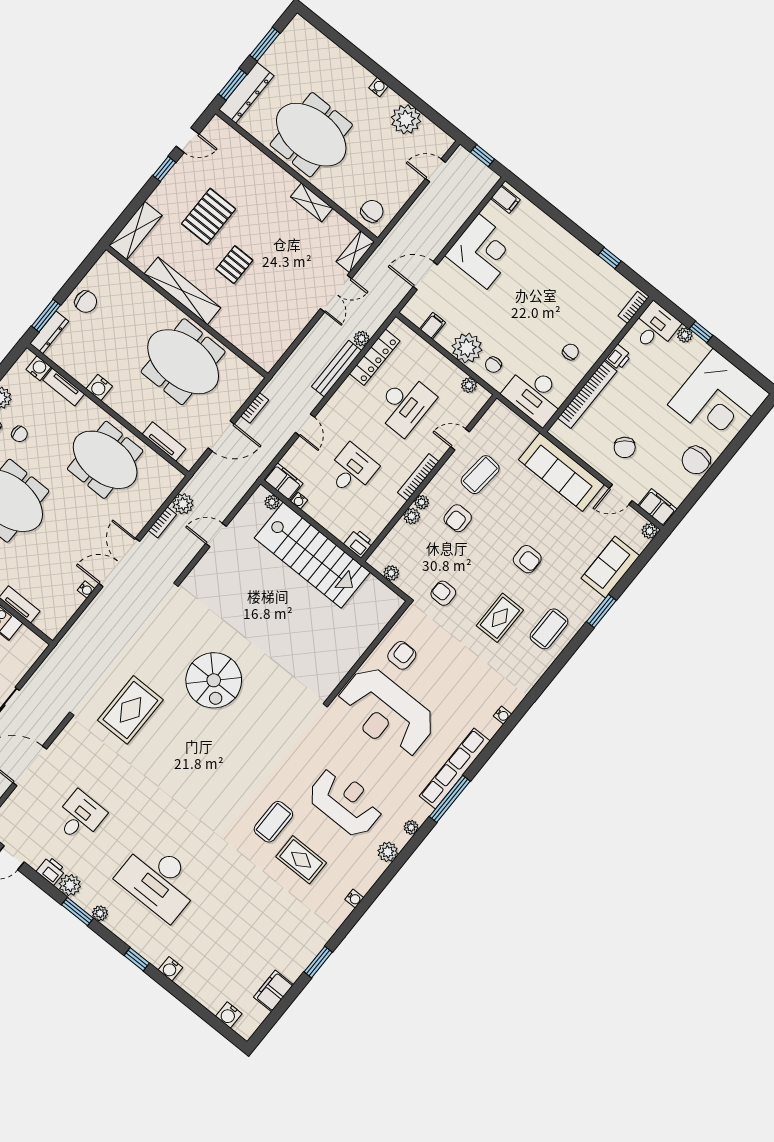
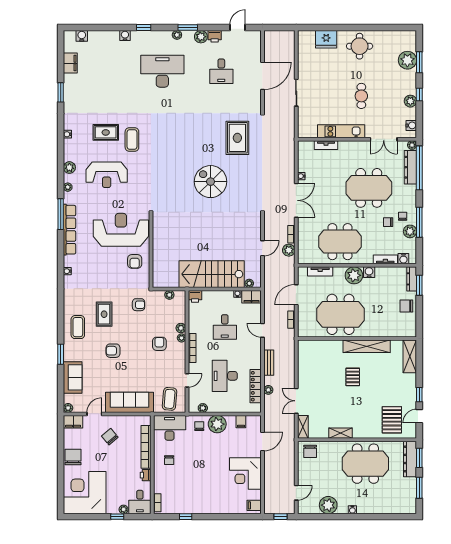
pallet: (209, 216) -> (392, 420), moved
bench: (337, 369) -> (269, 363), width x0.73
plant: (123, 400) -> (354, 275), added
coffee table: (480, 475) -> (170, 399), moved

